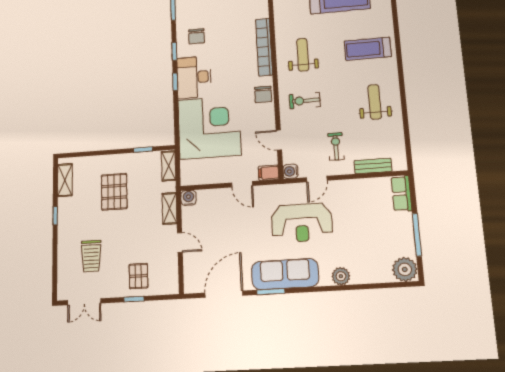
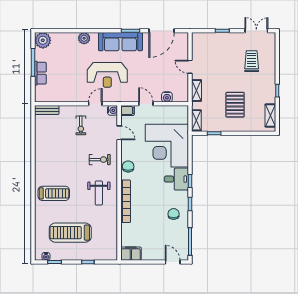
desk: (194, 77) -> (176, 179), width x0.73
weight bench: (375, 102) -> (52, 155), removed
bench: (373, 166) -> (47, 110), moved
row of seats: (401, 193) -> (40, 73), moved
water cooler: (188, 198) -> (167, 97), moved
reception desk: (302, 223) -> (107, 75), turned 180
pallet: (138, 276) -> (219, 46), removed

